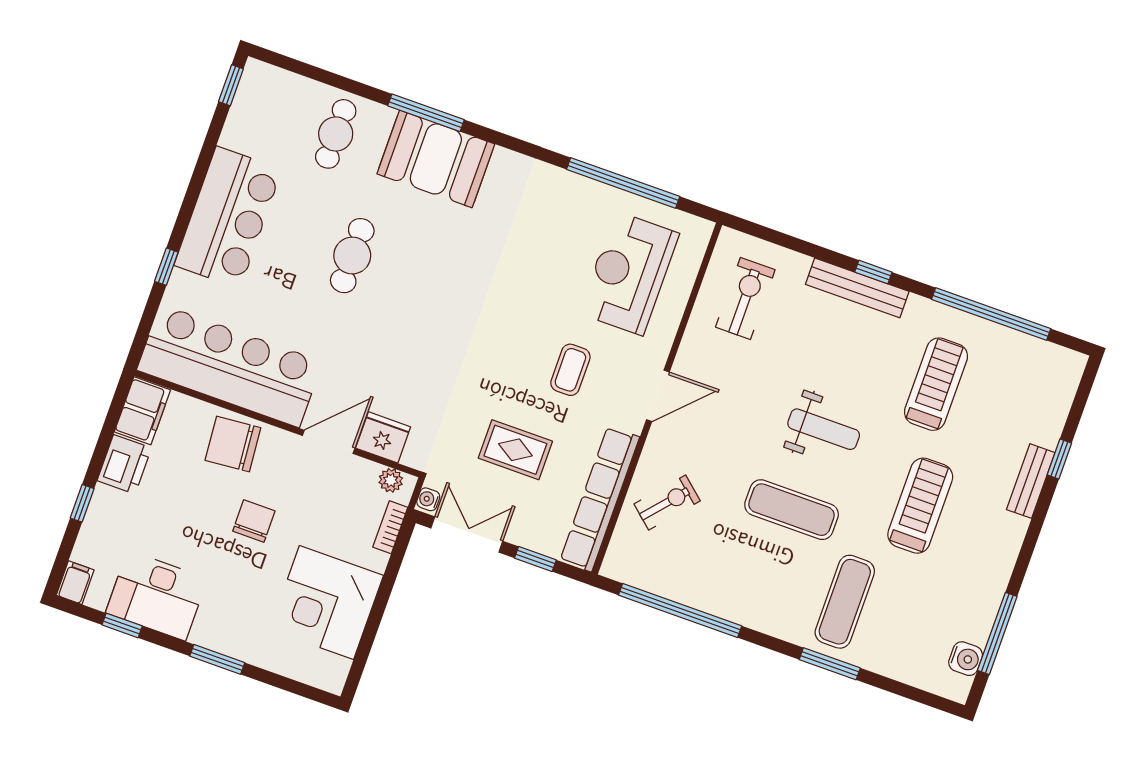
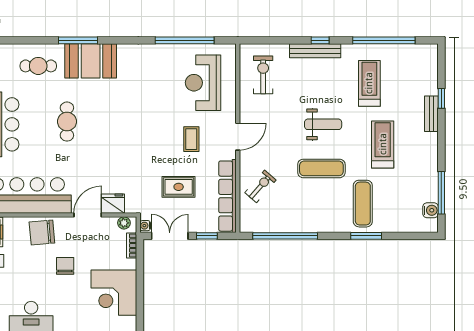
cafe table: (336, 134) -> (38, 66), turned 90

